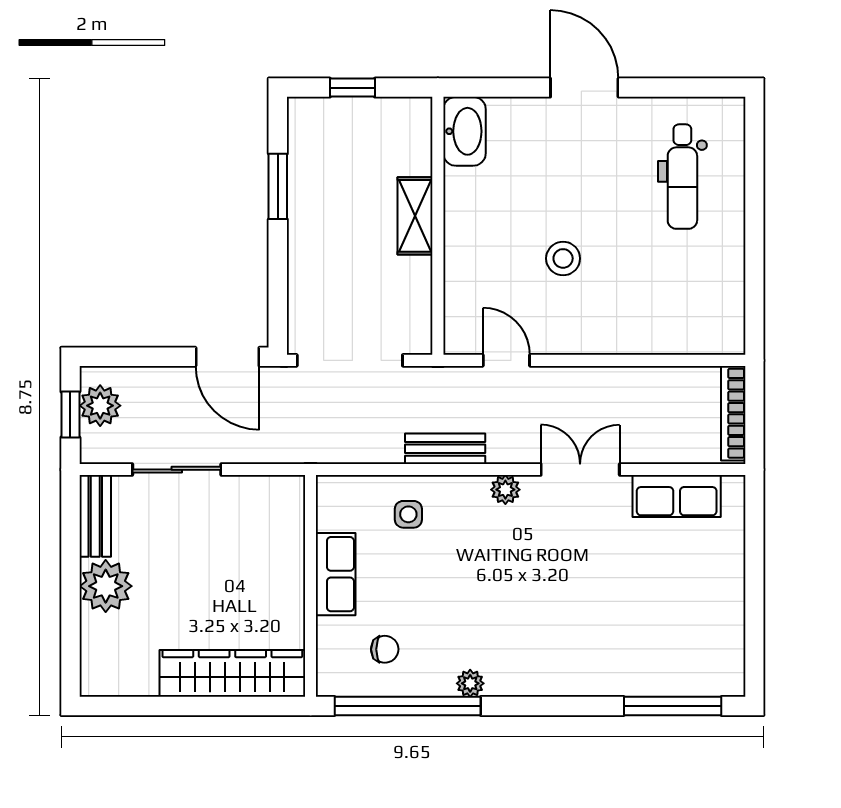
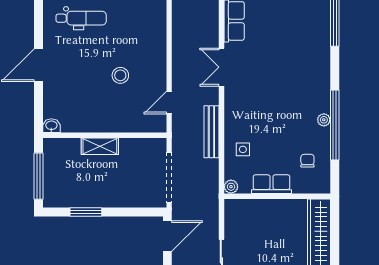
window: (352, 88) -> (38, 176), width x2.17
washbasin: (464, 131) -> (51, 126), width x0.52, depth x0.69
bench: (445, 449) -> (211, 132), width x1.36
plant: (505, 490) -> (231, 187), moved
window: (408, 706) -> (335, 125), moved

